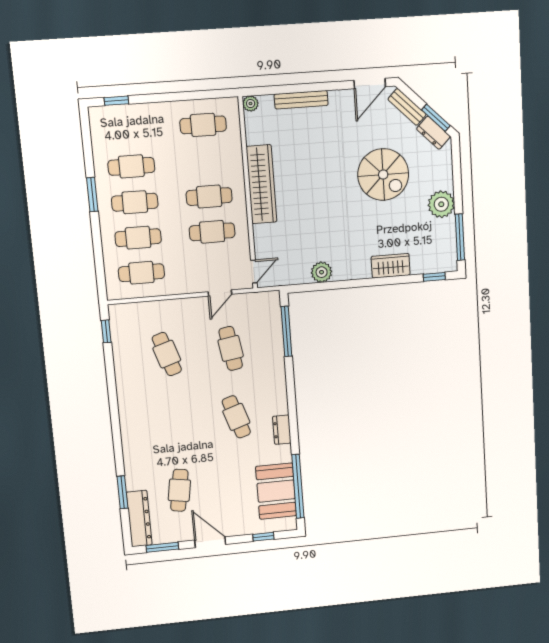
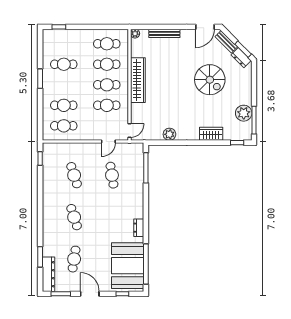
cafe table: (135, 202) -> (107, 64), moved
plant: (441, 204) -> (244, 113), moved
cafe table: (236, 417) -> (74, 217), moved
booth: (276, 491) -> (128, 266), width x1.36, depth x1.42

